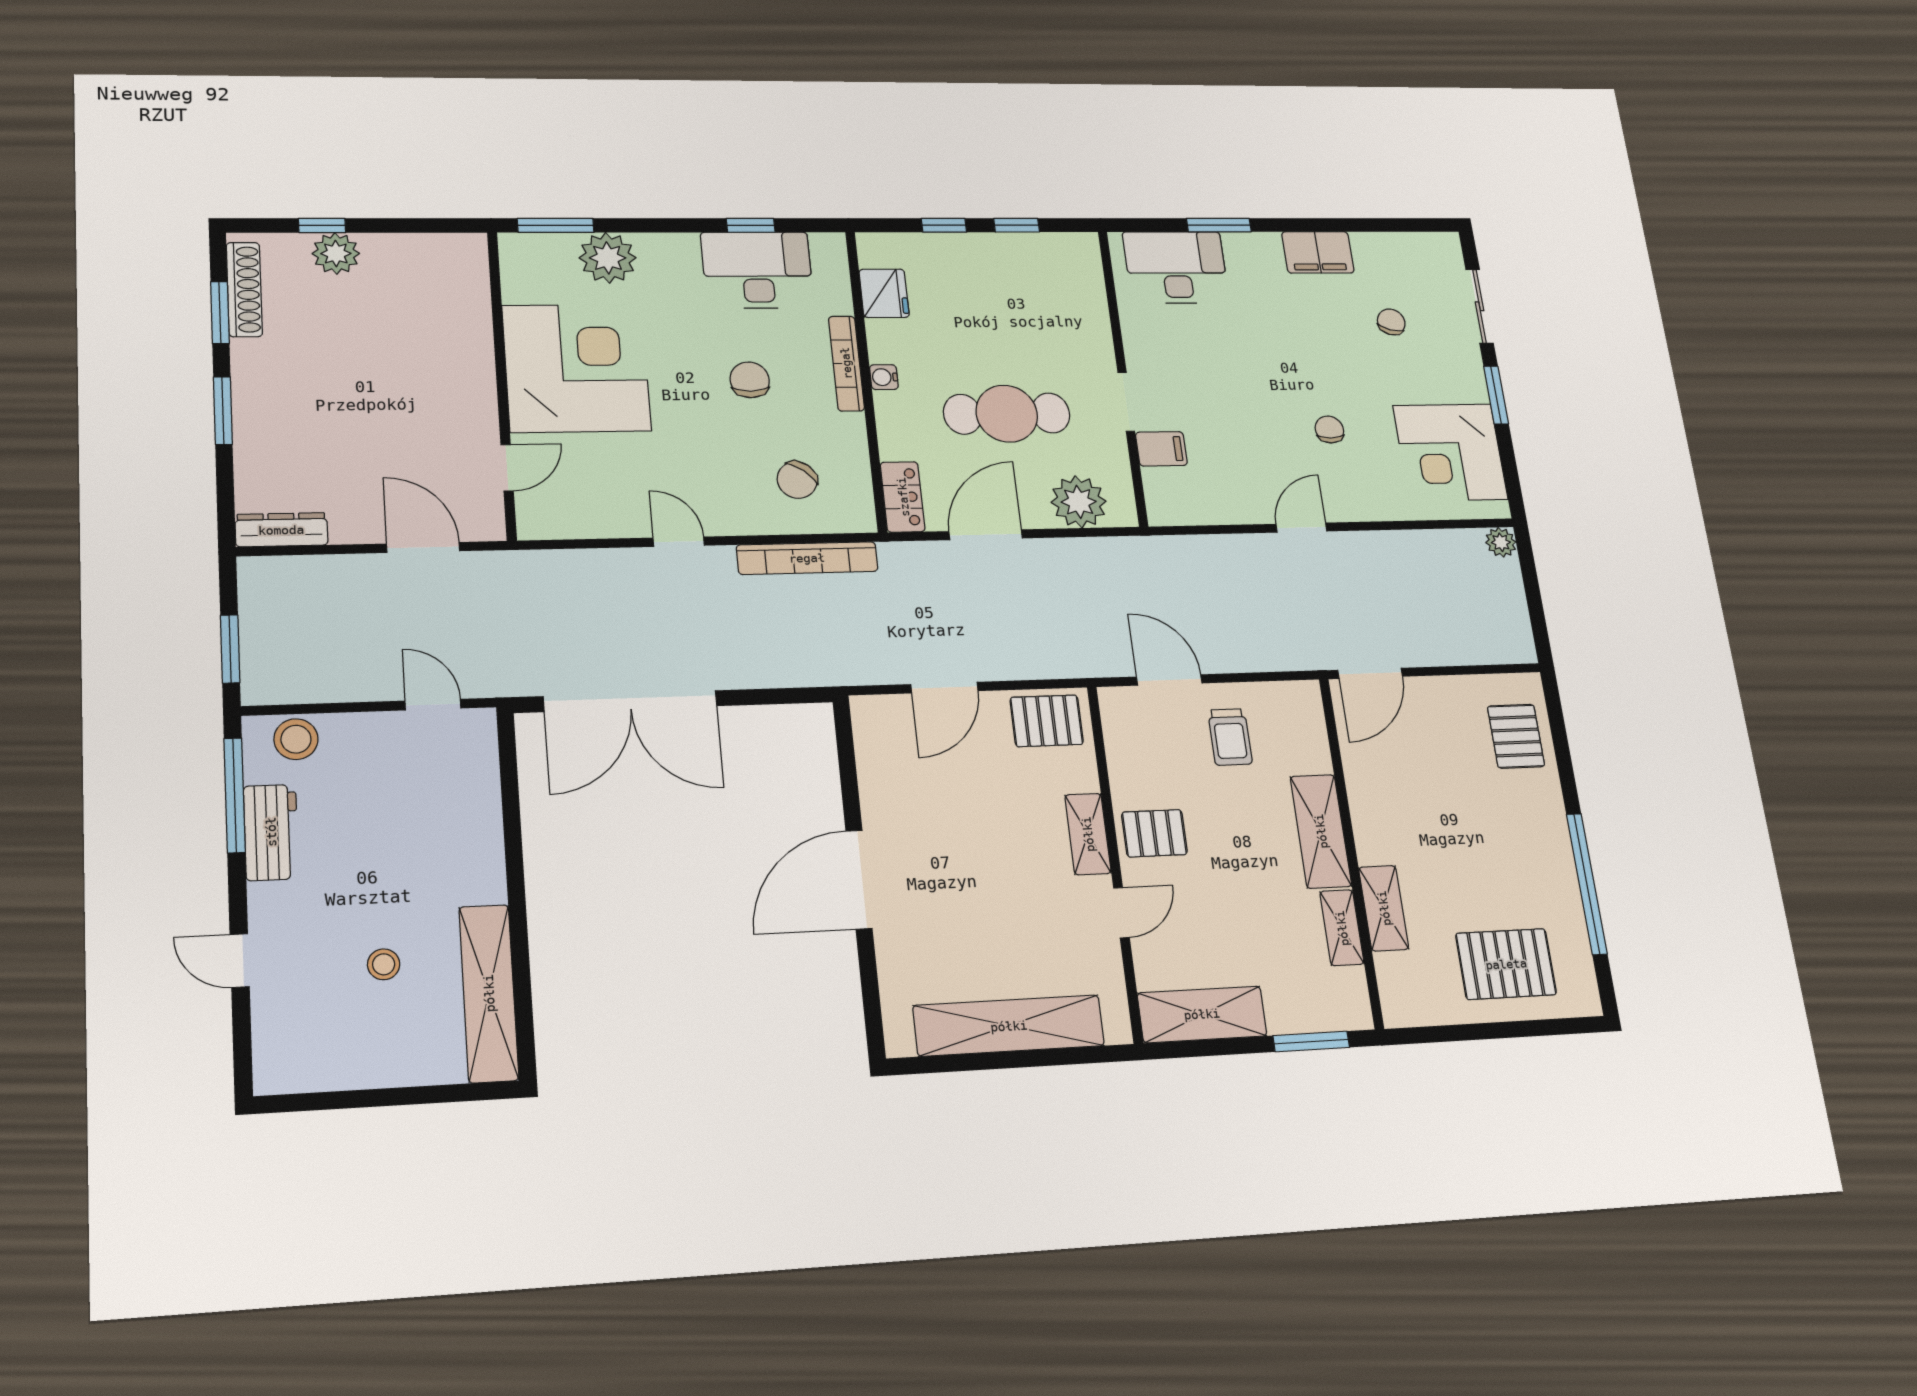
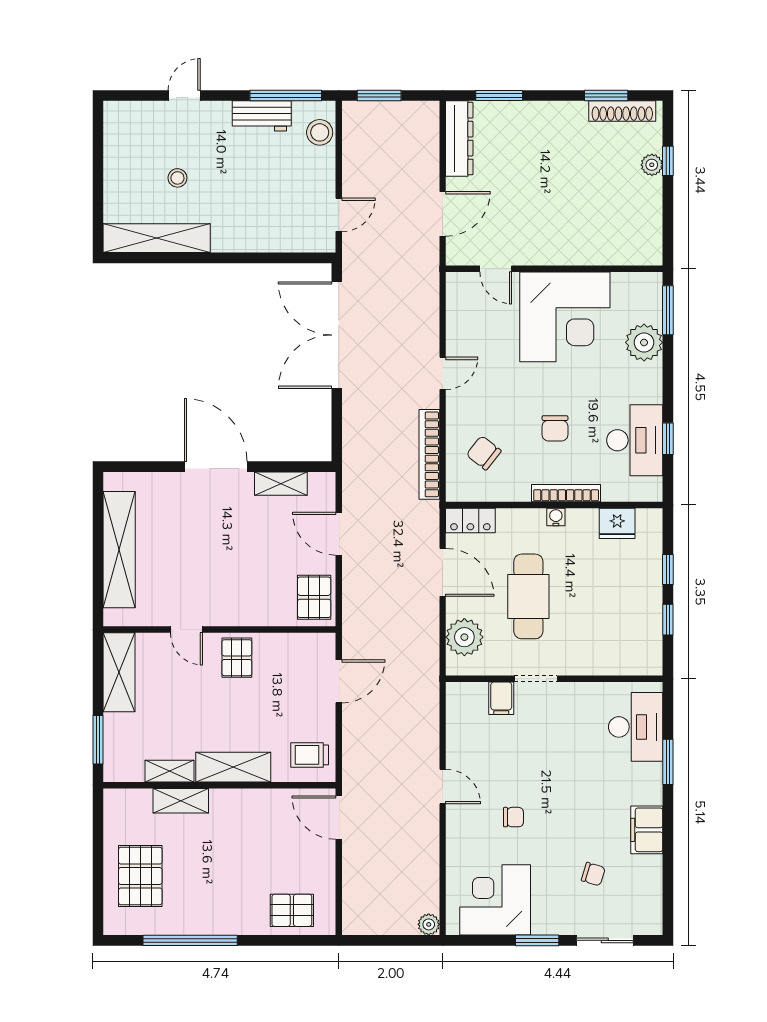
plant: (336, 253) -> (652, 165), width x0.73, depth x0.73
chair: (750, 380) -> (555, 428), turned 90
window: (223, 411) -> (499, 95), moved
dresser: (281, 530) -> (459, 139), width x1.37, depth x1.24
trolley: (1230, 737) -> (310, 755), moved
shelving: (1088, 834) -> (281, 484), moved

